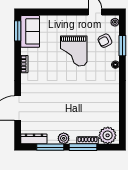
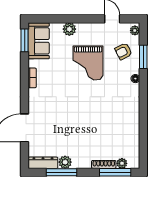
plant: (57, 21) -> (69, 29), added
plant: (108, 135) -> (122, 163), width x0.53, depth x0.53
plant: (64, 138) -> (65, 162), moved
window: (83, 147) -> (115, 172), moved

